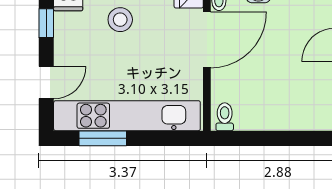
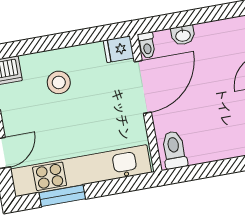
toilet: (225, 117) -> (174, 150), width x1.37, depth x1.39

